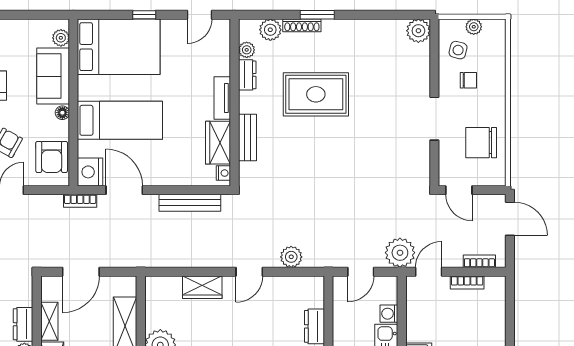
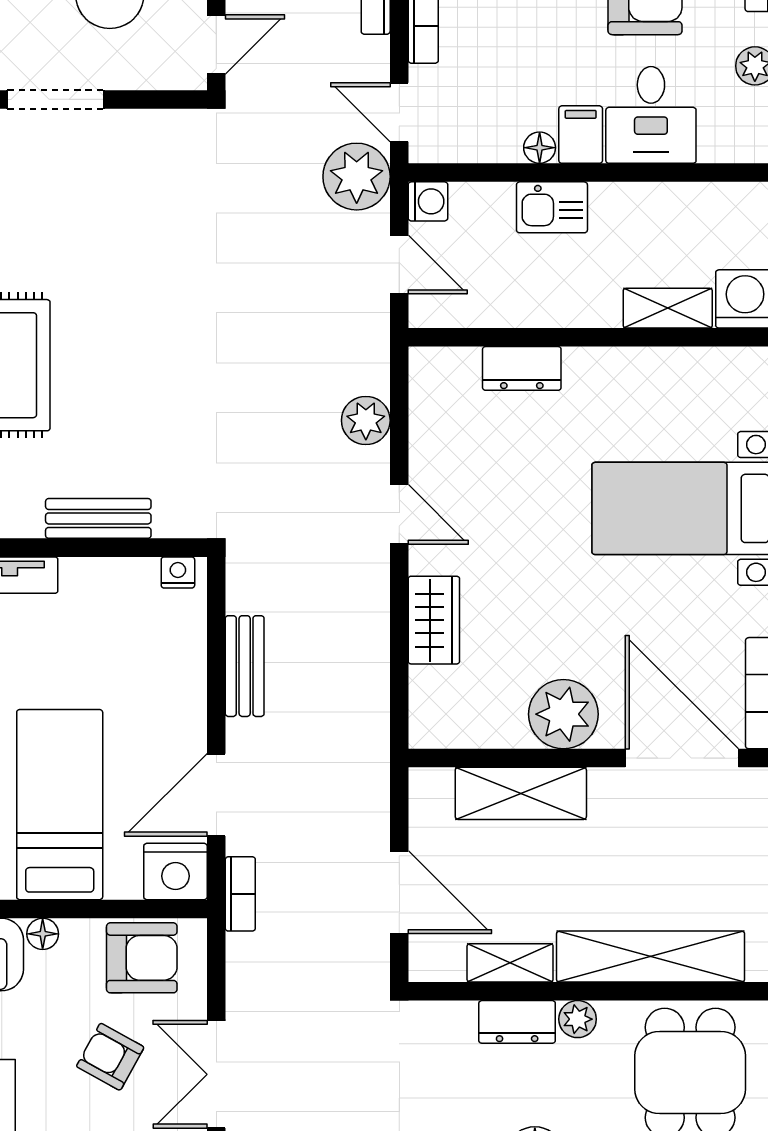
wardrobe: (218, 143) -> (109, 585), removed
bench: (190, 203) -> (245, 666), width x0.73
washing machine: (389, 314) -> (428, 201), moved, turned -90
floor lamp: (413, 334) -> (540, 148), added

